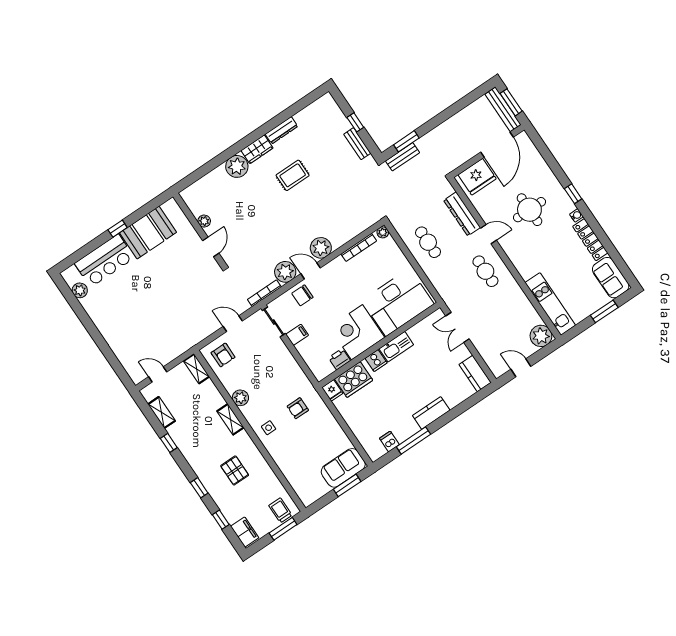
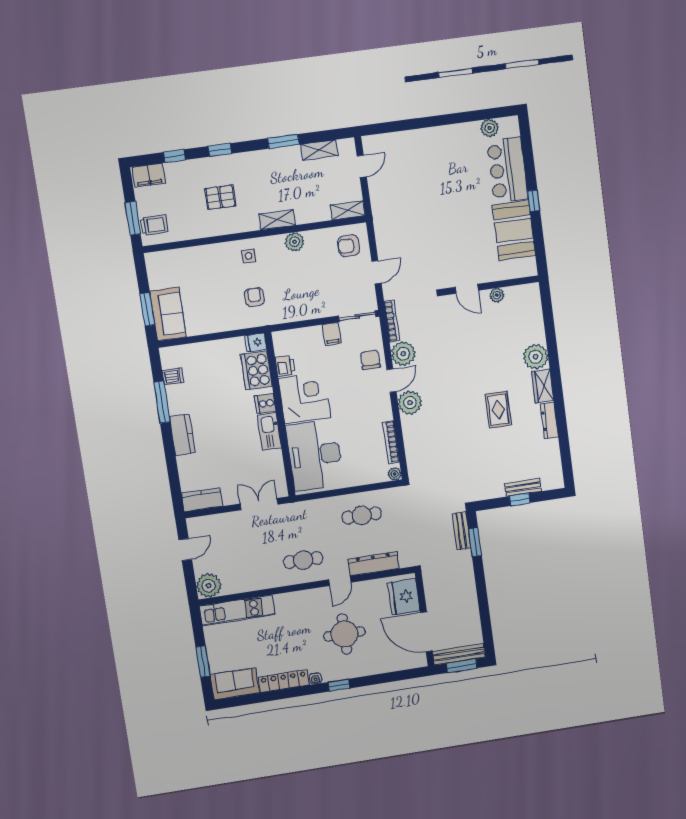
bench: (357, 144) -> (523, 487), moved
window: (169, 443) -> (283, 141), width x1.50

